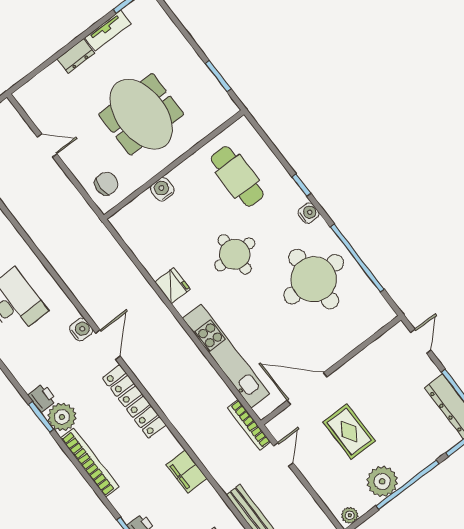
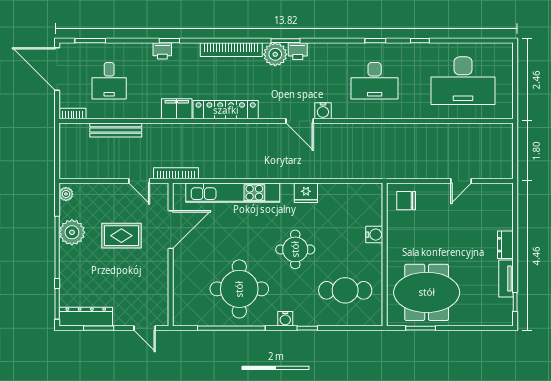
meeting table: (141, 114) -> (427, 292), moved
chair: (106, 184) -> (406, 201), turned 90
locker: (134, 401) -> (226, 110), moved

